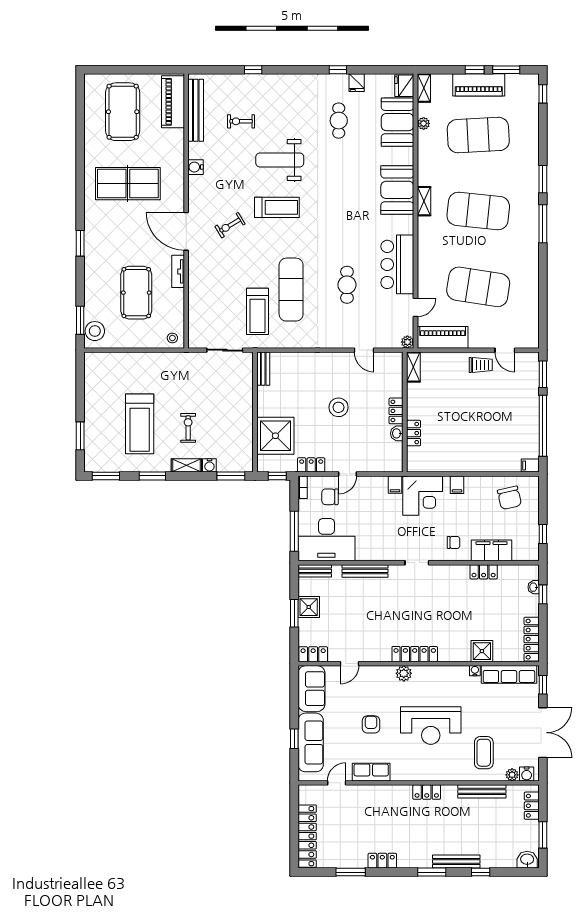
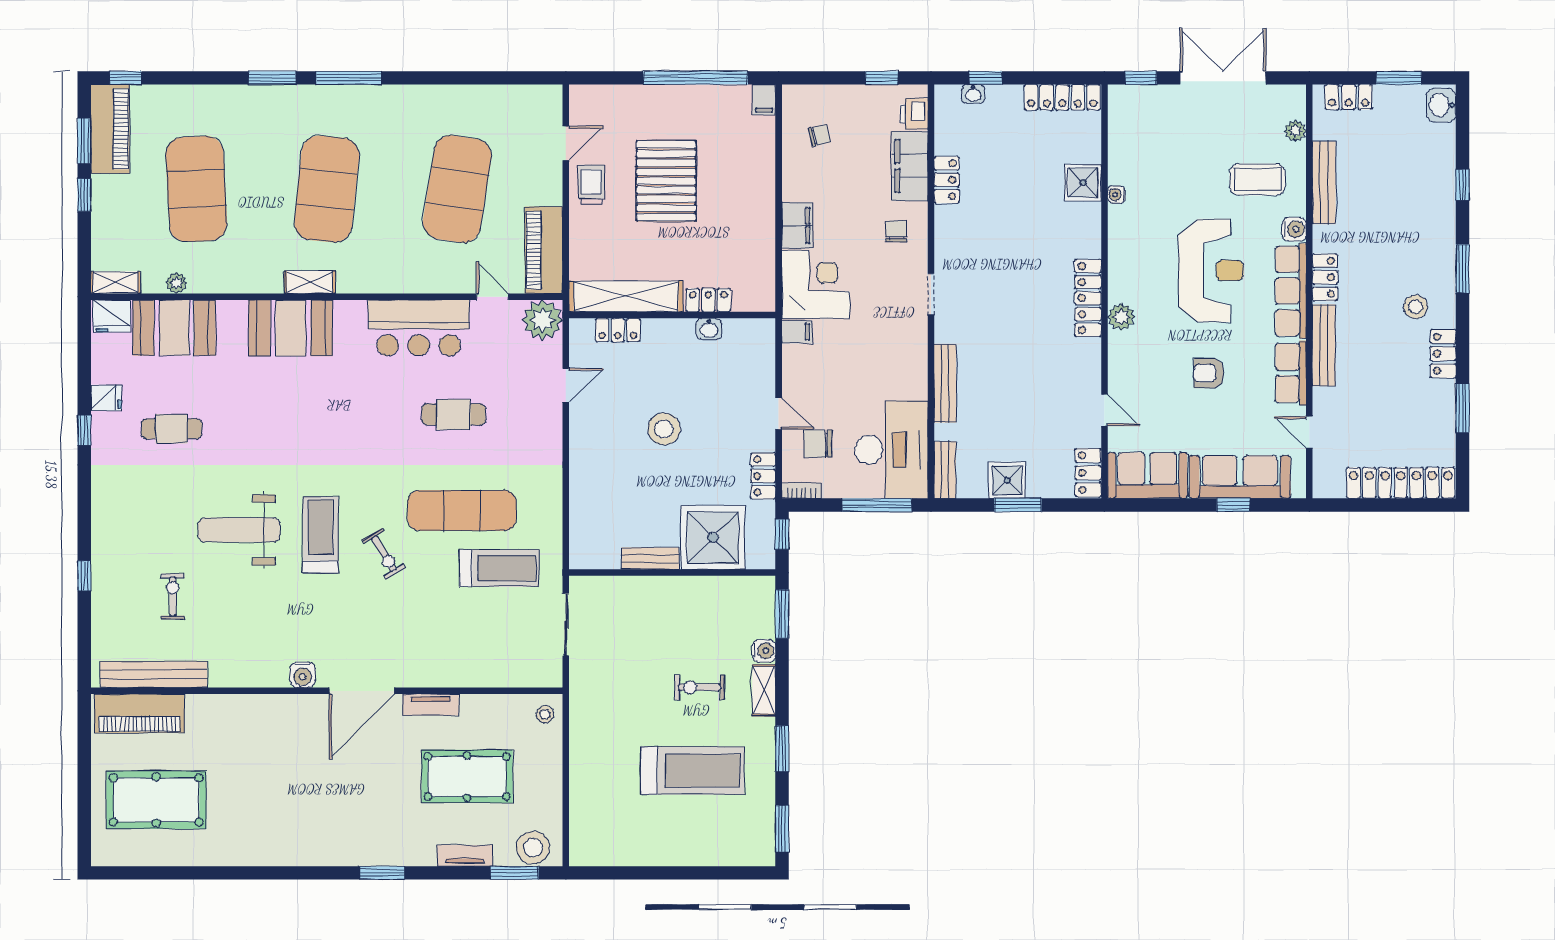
piano: (479, 85) -> (110, 129), moved
exercise bike: (241, 121) -> (173, 596), turned 180
weight bench: (280, 160) -> (239, 530), turned 90
water cooler: (195, 167) -> (303, 675), moved
table tennis table: (128, 184) -> (280, 791), removed
exercise bike: (230, 225) -> (384, 554), moved
tv unit: (90, 291) -> (465, 856), added
plant: (407, 342) -> (542, 320), width x1.88, depth x1.88
shelving: (413, 367) -> (626, 296), width x2.20, depth x1.33
bench: (263, 369) -> (650, 558), moved
window: (543, 374) -> (607, 78), removed
pallet: (483, 408) -> (666, 181), added
locker: (396, 411) -> (618, 330), moved
window: (80, 436) -> (713, 873), removed
filing cabinet: (457, 485) -> (797, 225), width x2.00
chair: (330, 497) -> (818, 444), turned 90
chair: (509, 498) -> (819, 135), width x0.54, depth x0.54
printer: (522, 553) -> (914, 114), added
row of seats: (509, 674) -> (1291, 291), moved, turned 180
water cooler: (527, 774) -> (1294, 229), moved
stool: (410, 845) -> (1416, 307), added
bench: (456, 862) -> (1324, 345), moved

